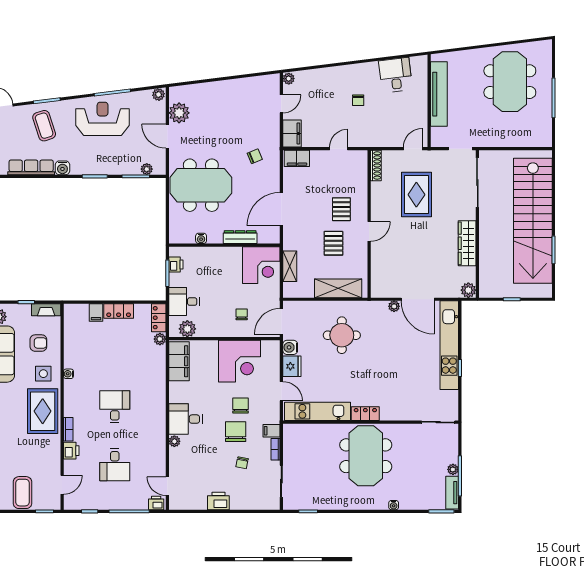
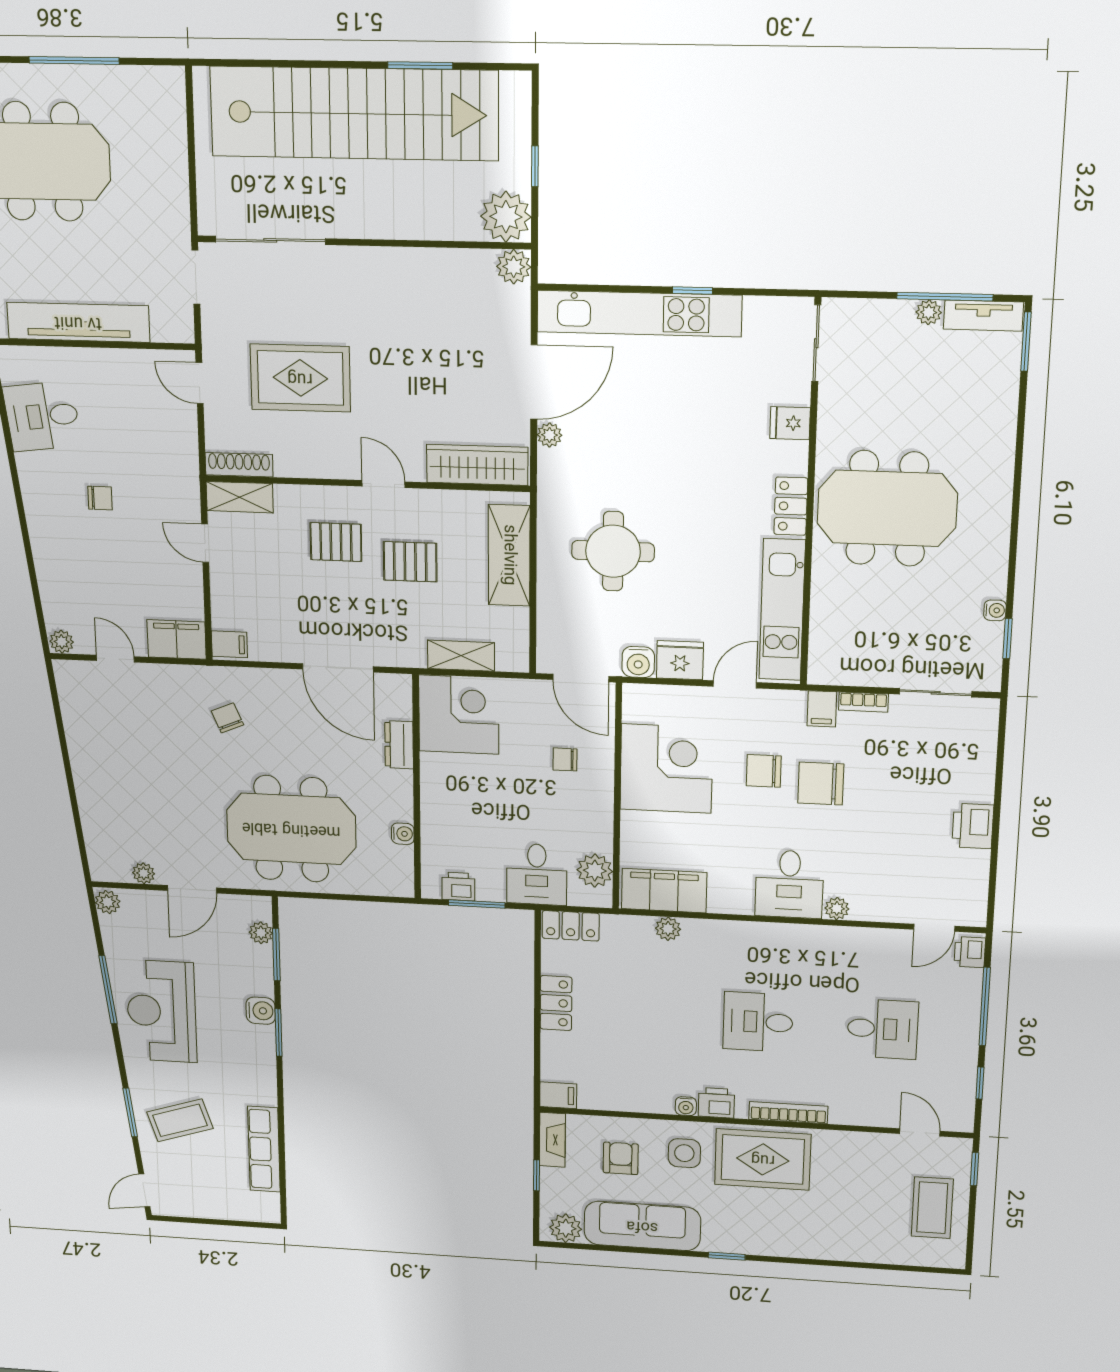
plant: (179, 113) -> (144, 873), width x0.53, depth x0.53
filing cabinet: (297, 158) -> (229, 644), width x0.50
shelving: (361, 165) -> (240, 497), added
water cooler: (62, 168) -> (261, 1011), moved
meeting table: (201, 185) -> (291, 829), turned 90
dresser: (240, 237) -> (399, 745), width x0.70
wardrobe: (467, 243) -> (477, 465), moved, turned 180
plant: (490, 287) -> (506, 217), added
filing cabinet: (96, 312) -> (558, 1095), moved
plant: (160, 339) -> (668, 929), moved
fridge: (403, 412) -> (790, 423), added
bookcase: (68, 429) -> (788, 1113), width x1.56
printer: (71, 451) -> (716, 1103), moved
chair: (242, 463) -> (890, 773), removed
coffee table: (22, 493) -> (932, 1208), turned 90
water cooler: (394, 505) -> (995, 610), moved

